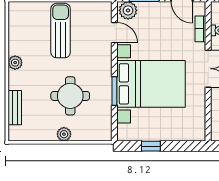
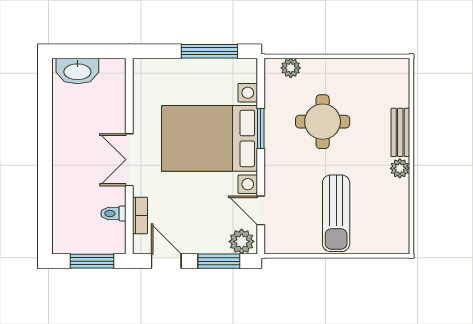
bench: (15, 108) -> (400, 132), moved
plant: (64, 134) -> (291, 68), moved
window: (151, 146) -> (209, 51), width x2.17

